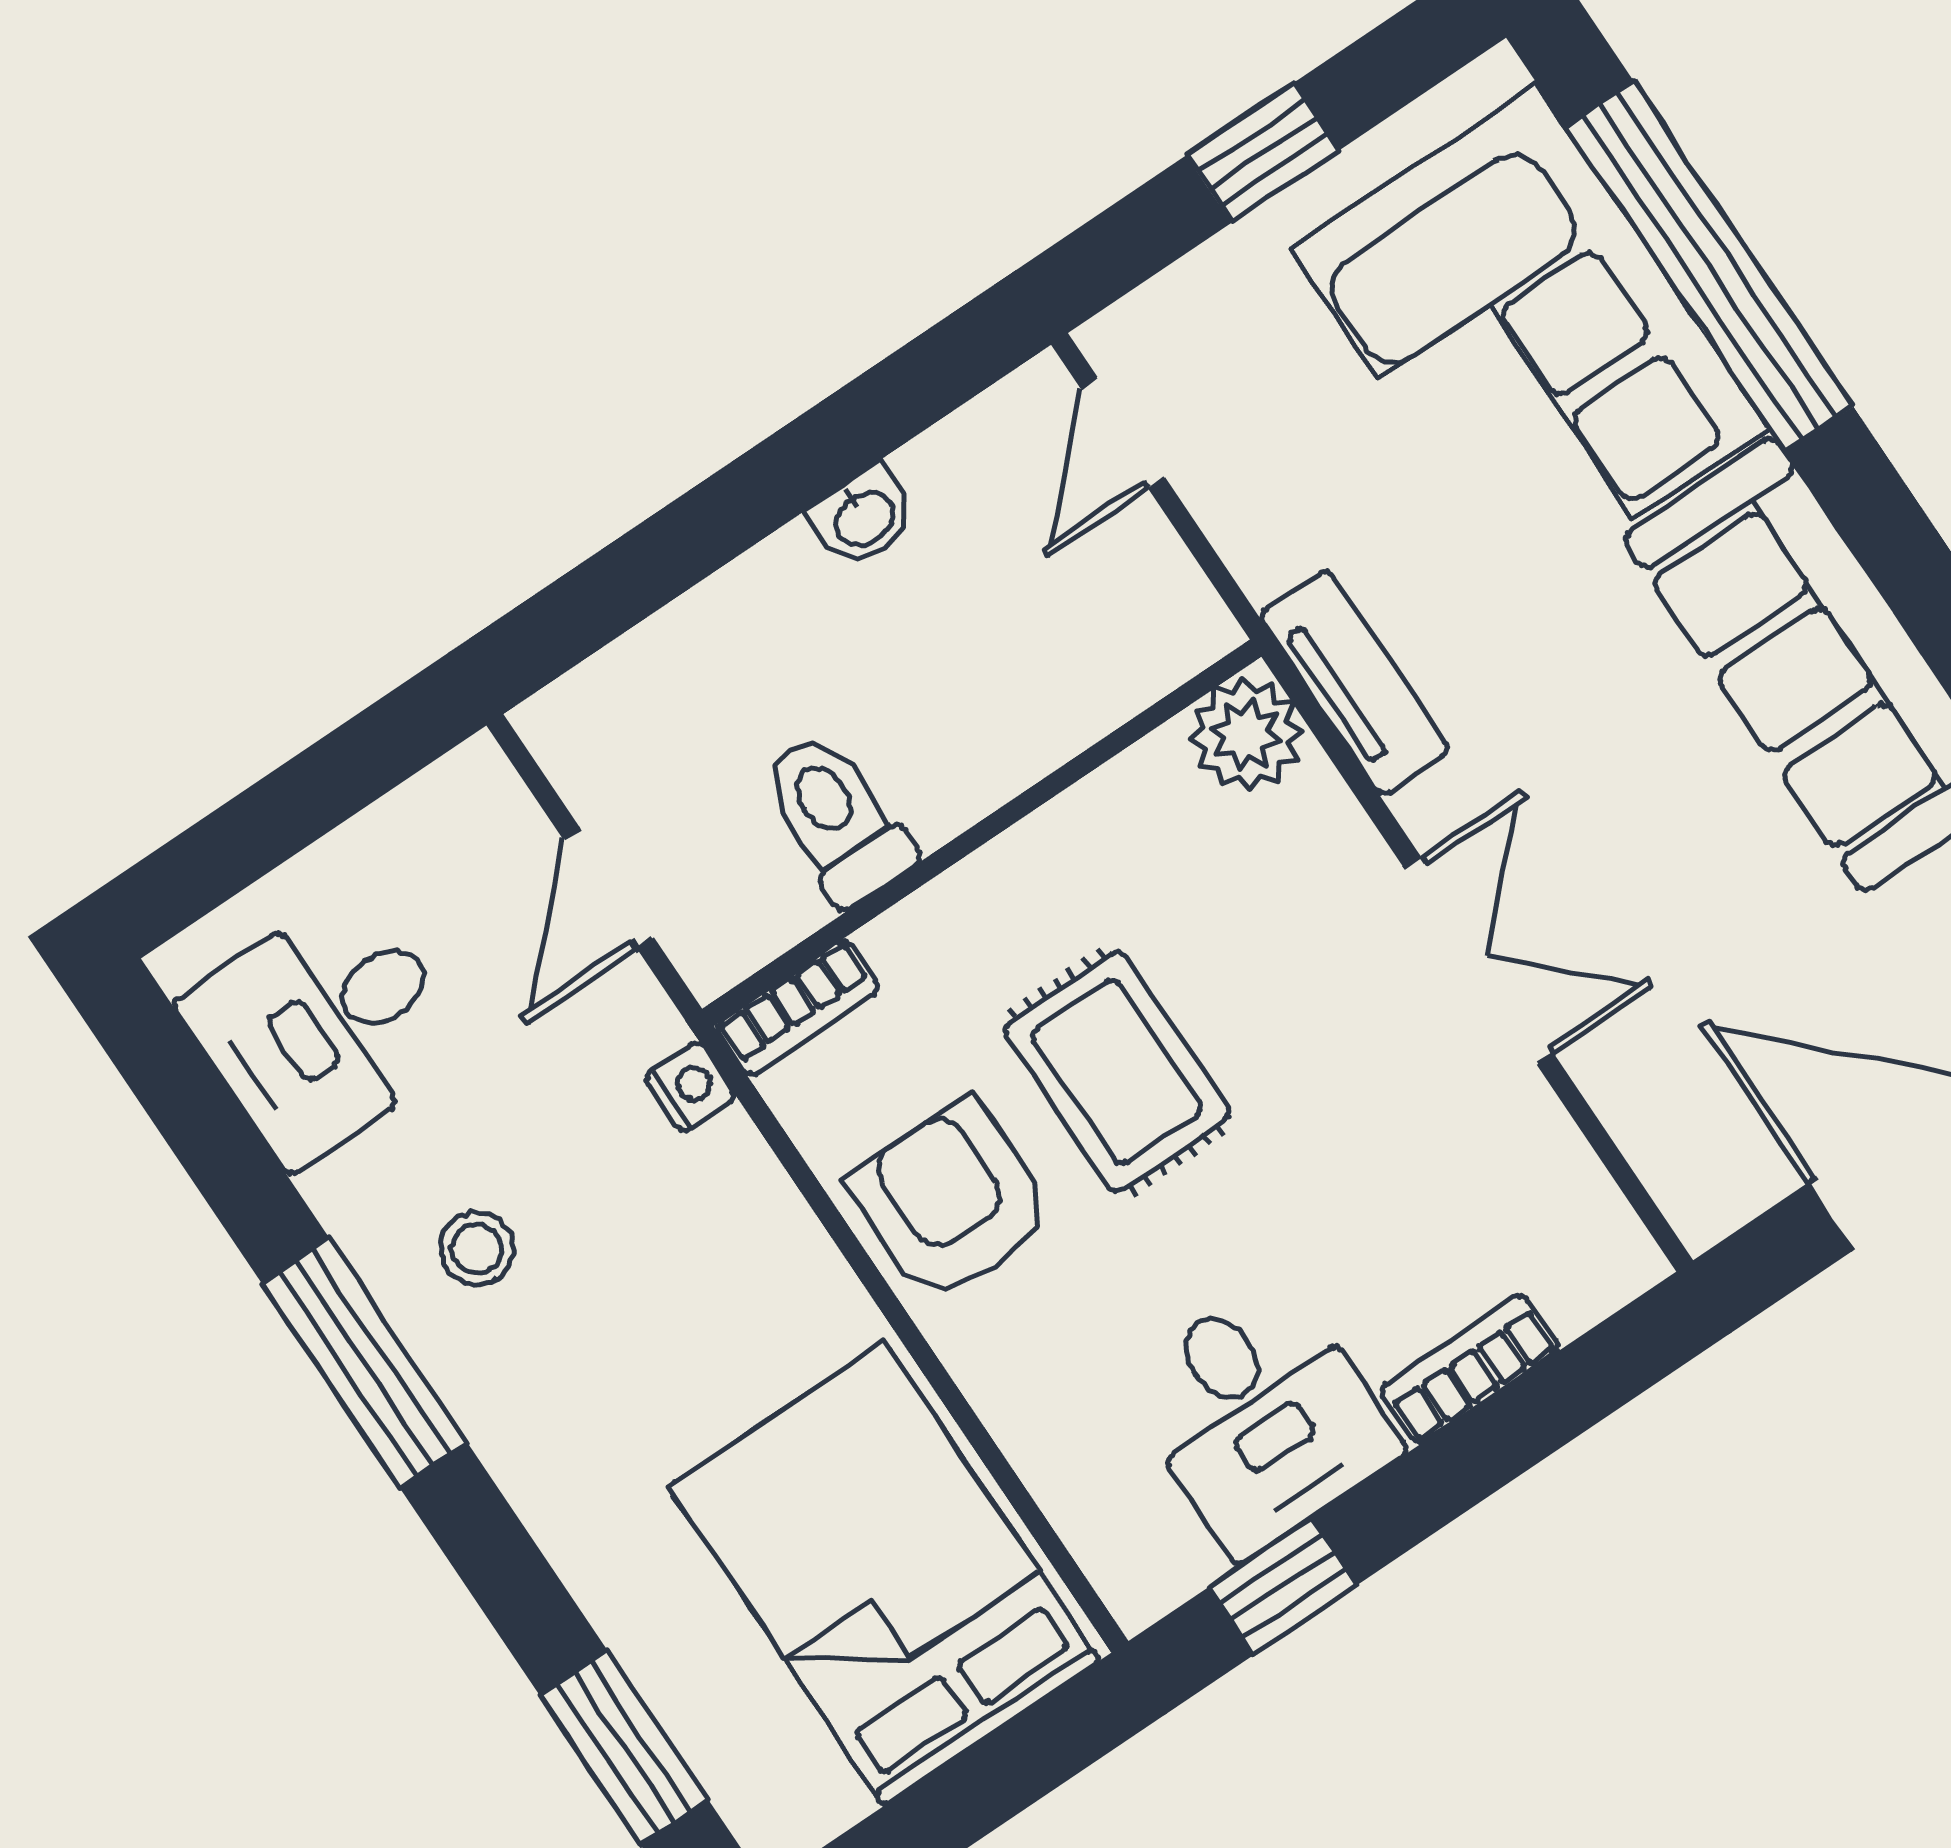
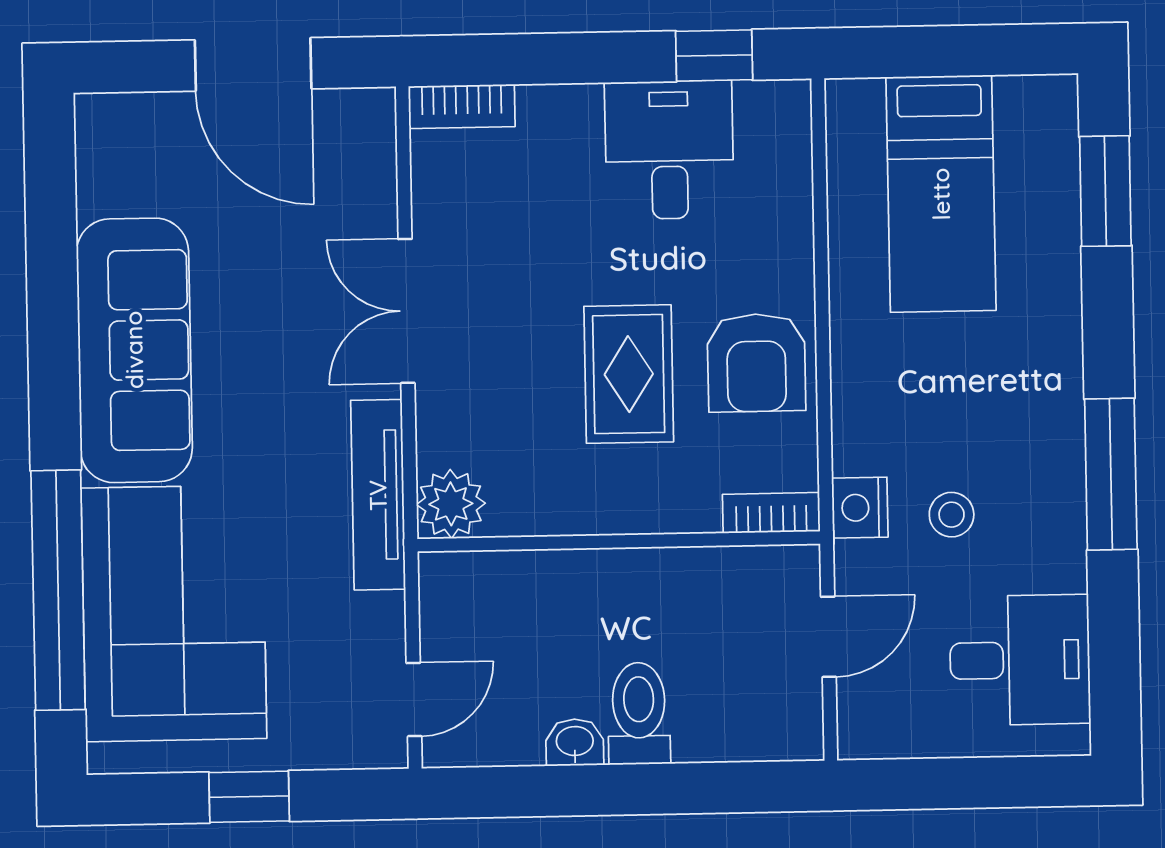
tv unit: (1354, 683) -> (378, 495), width x1.41
toilet: (837, 818) -> (639, 714), moved, turned 180
nightstand: (690, 1087) -> (860, 508), width x1.39, depth x1.35
stool: (477, 1248) -> (952, 515), moved
bookcase: (1469, 1369) -> (462, 106), moved
bed: (884, 1574) -> (941, 194), width x0.67

